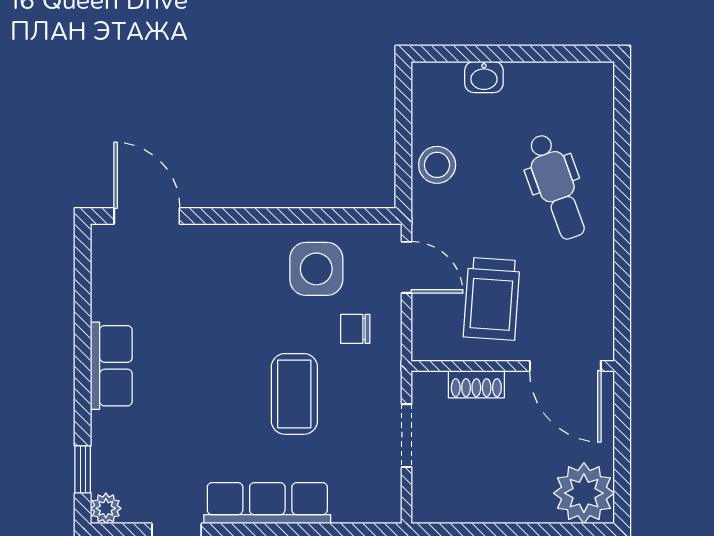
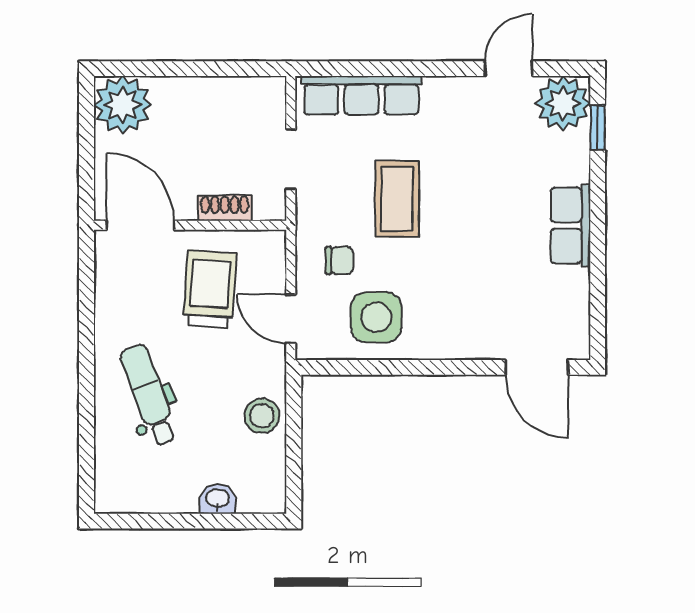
row of seats: (267, 503) -> (362, 95), moved
plant: (106, 508) -> (563, 103), width x1.87, depth x1.87

